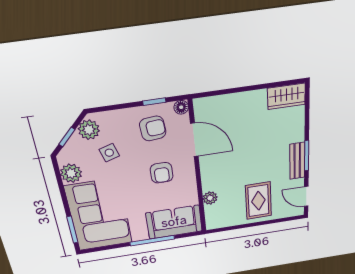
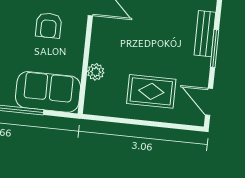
bench: (297, 161) -> (205, 34), moved
rug: (258, 201) -> (151, 91), turned 90

